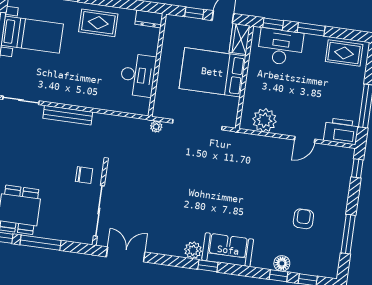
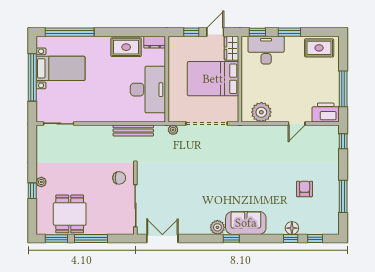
rug: (98, 23) -> (126, 47), moved
desk: (138, 75) -> (148, 90), width x1.36, depth x1.30
bench: (68, 115) -> (133, 130), moved

